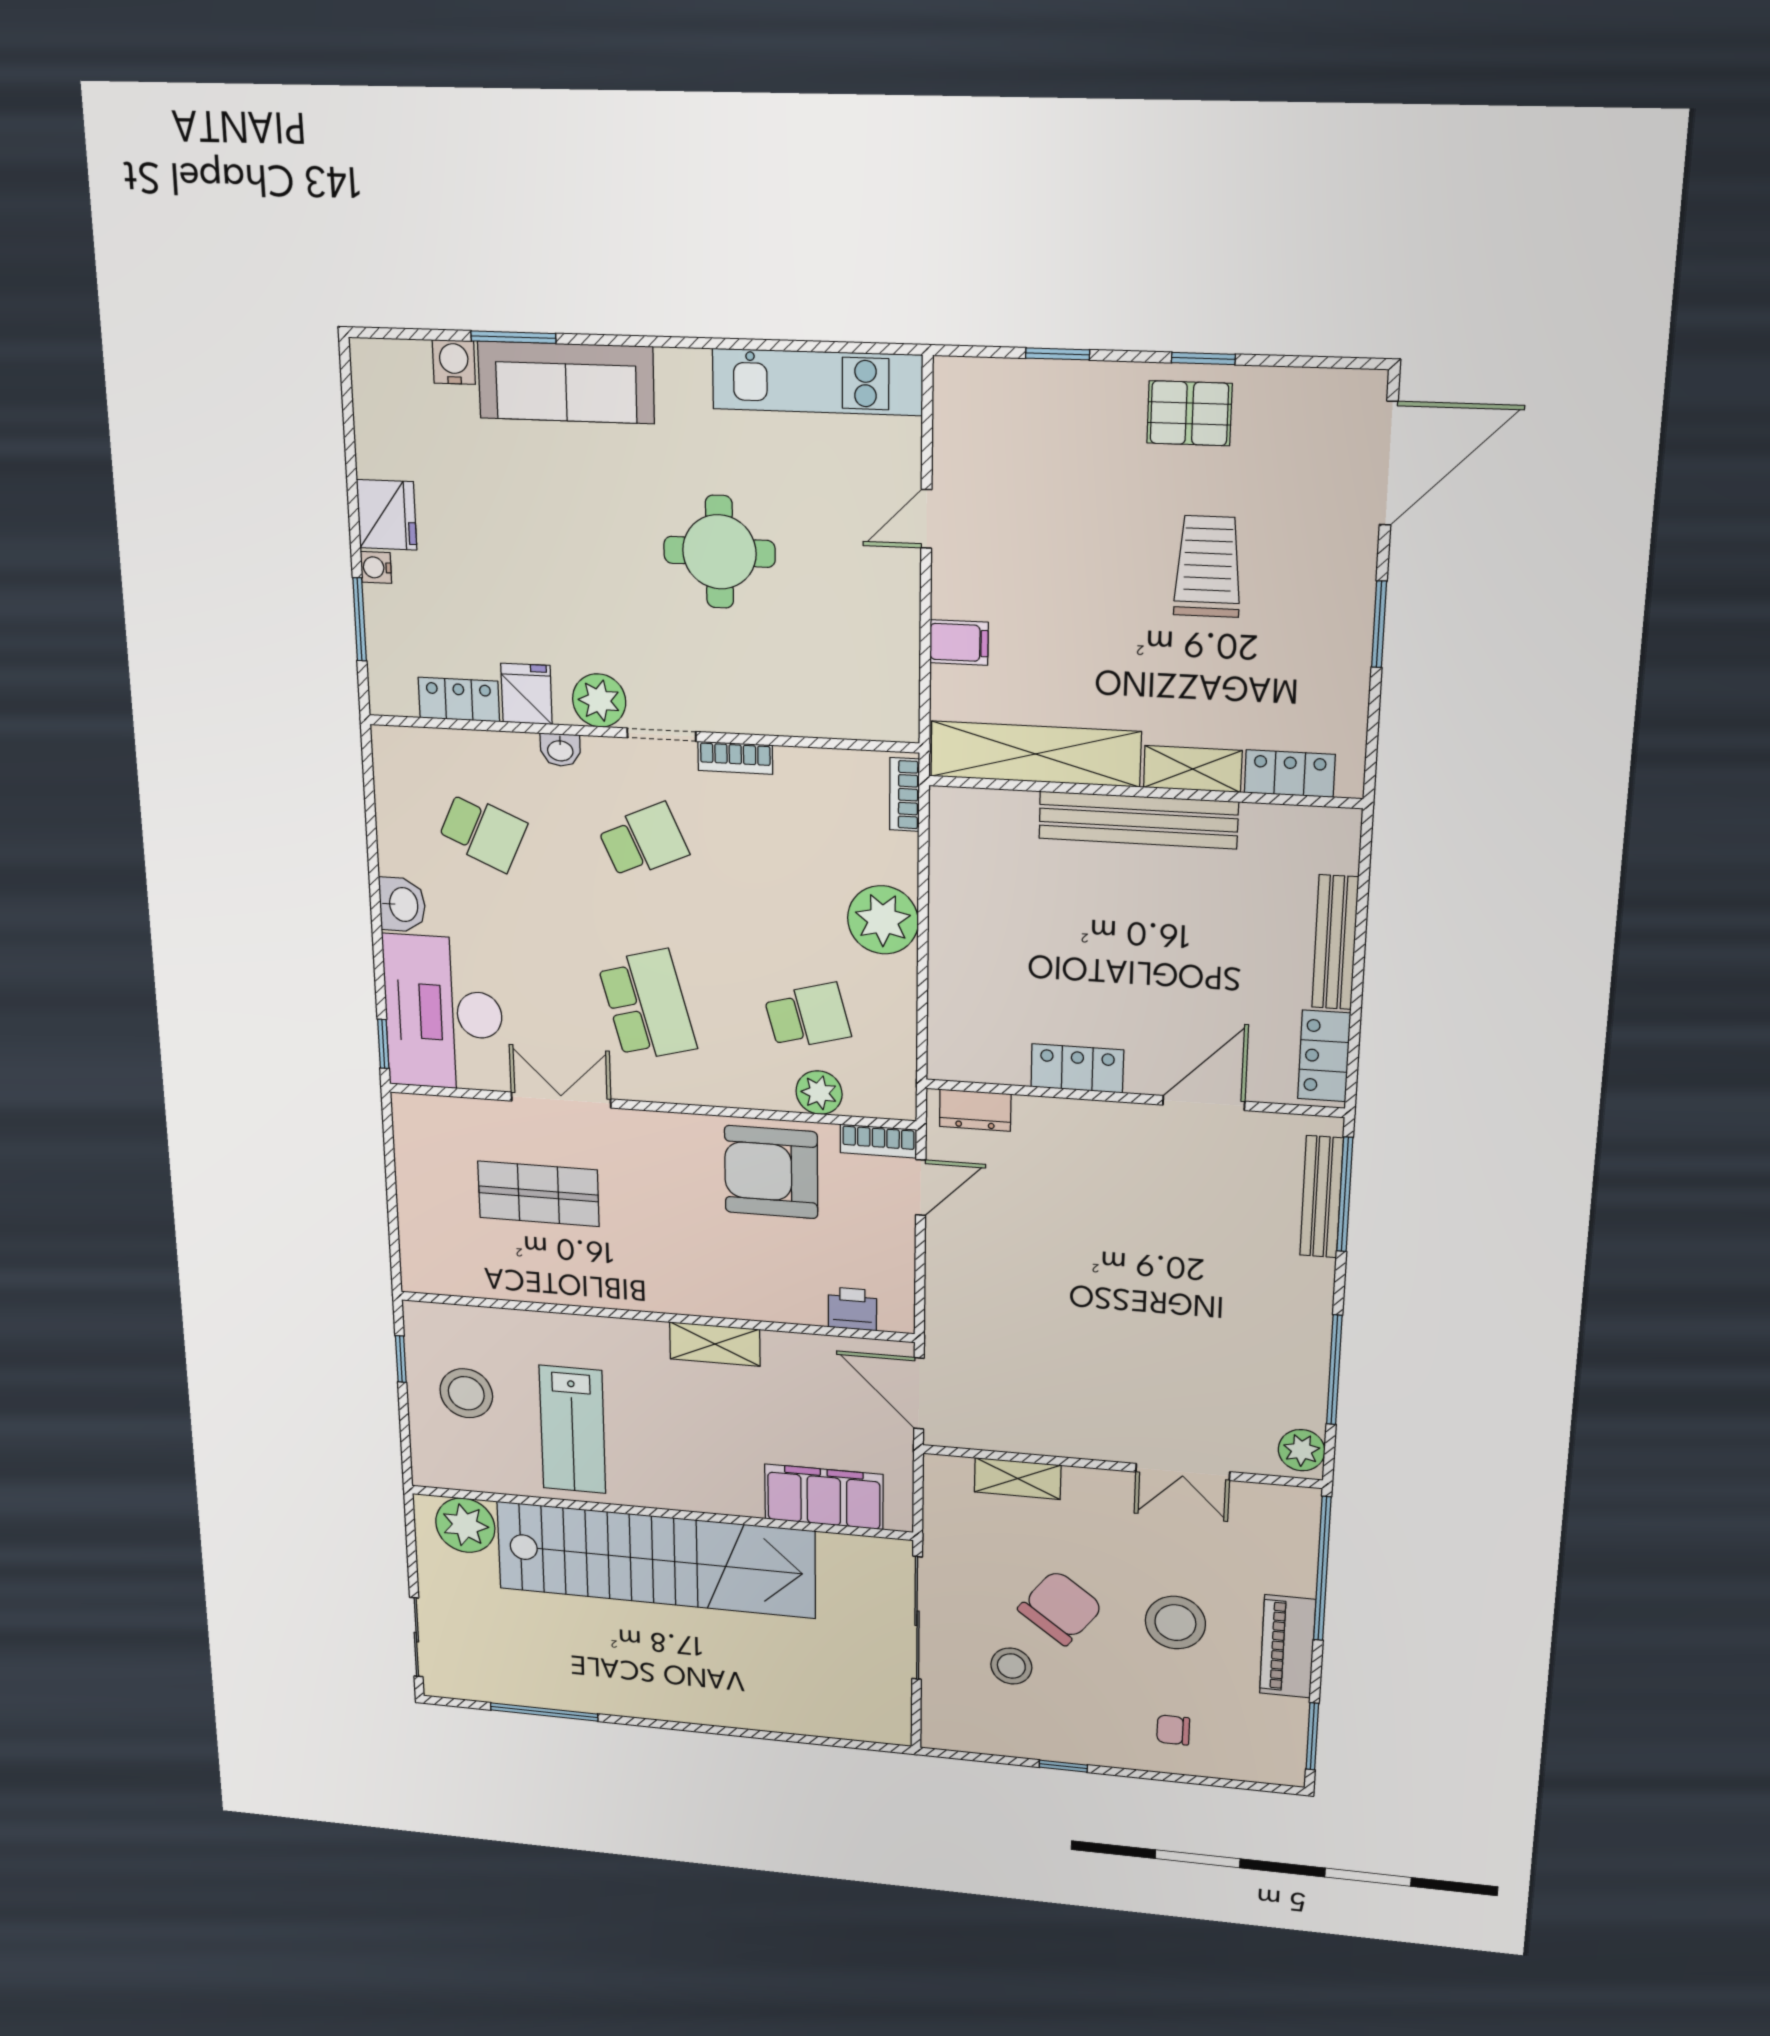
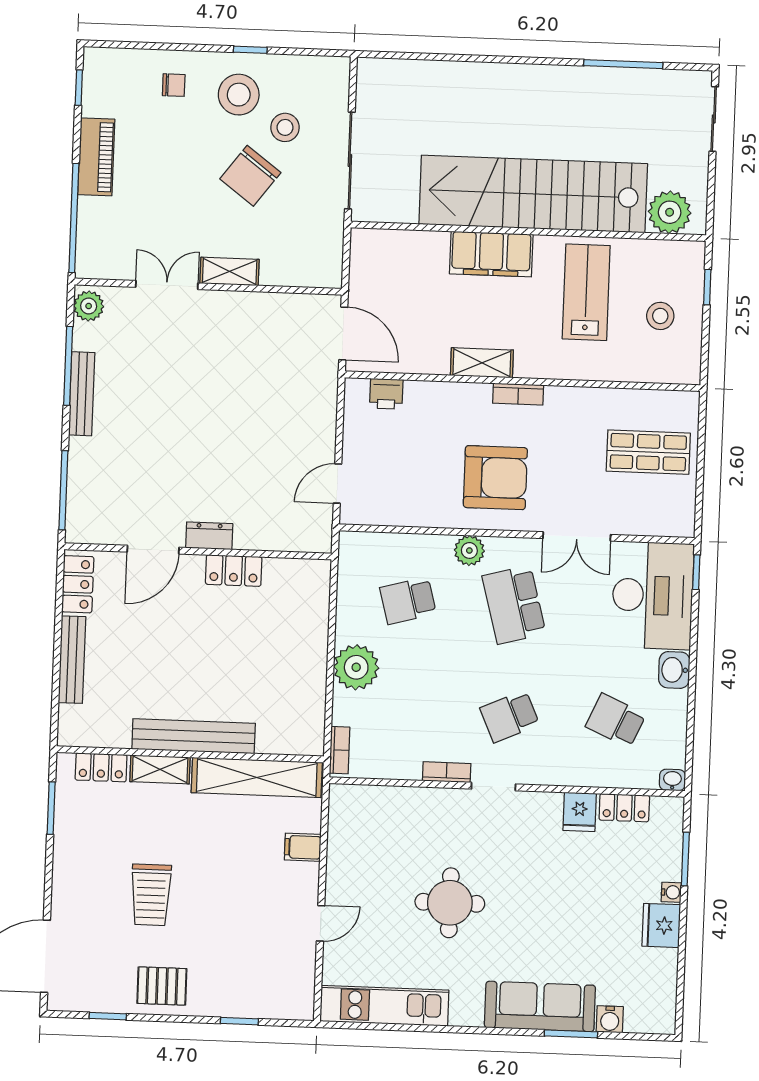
window: (1203, 358) -> (108, 1016), moved
window: (1379, 624) -> (51, 808), moved
plant: (599, 700) -> (532, 808), removed
washbasin: (560, 750) -> (672, 780), moved
plant: (819, 1093) -> (469, 550), moved
dresser: (975, 1110) -> (209, 536), moved
bookcase: (878, 1141) -> (518, 394), moved, turned 180
armchair: (771, 1172) -> (495, 478), moved
shop shelf: (538, 1194) -> (648, 452), moved
bench: (1321, 1197) -> (82, 394), moved
window: (401, 1359) -> (707, 287), moved
stool: (466, 1393) -> (660, 316), width x0.73, depth x0.73
shelving: (1018, 1479) -> (230, 271), moved
filing cabinet: (824, 1497) -> (491, 254), moved
stool: (1175, 1623) -> (239, 95), moved
window: (1312, 1736) -> (79, 88), width x0.67

